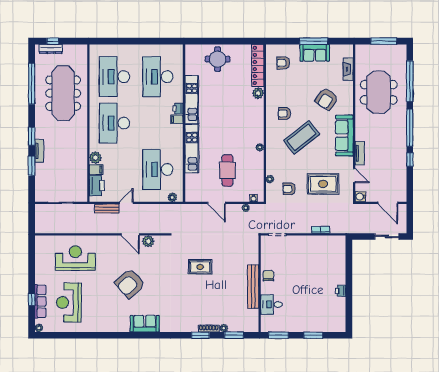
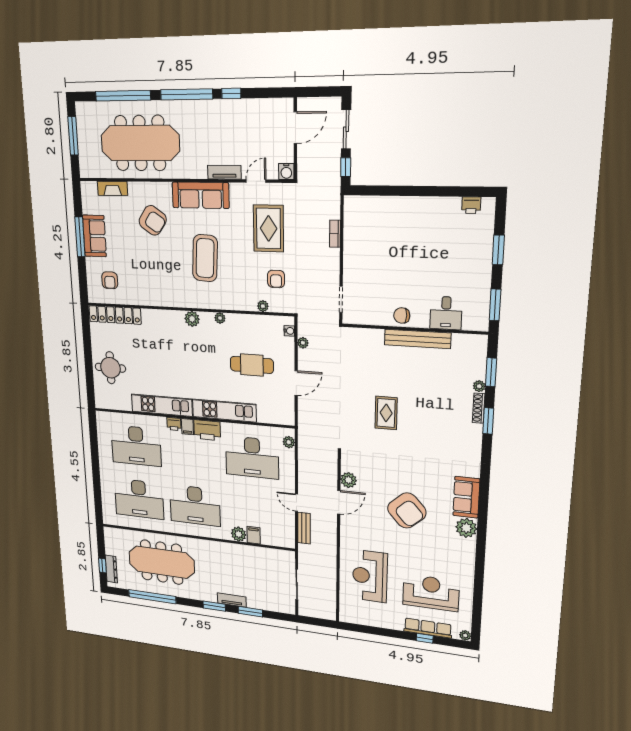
meeting table: (379, 92) -> (140, 143), width x1.36
plant: (258, 93) -> (192, 319), moved
armchair: (284, 113) -> (174, 281), removed
coffee table: (302, 137) -> (205, 258), turned 41
printer: (97, 186) -> (207, 430), moved, turned 180
window: (363, 237) -> (346, 167), added
printer: (341, 291) -> (471, 205), moved
reception desk: (69, 302) -> (431, 593), turned 180
plant: (122, 325) -> (466, 528), added

